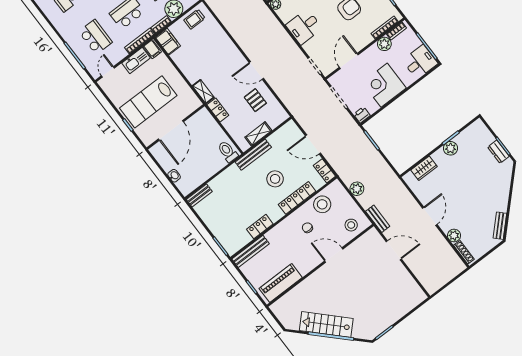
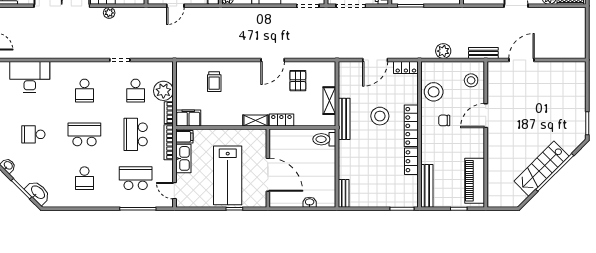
trolley: (194, 19) -> (214, 82), moved
pallet: (255, 100) -> (298, 81), turned 90
locker: (297, 198) -> (411, 126), moved

